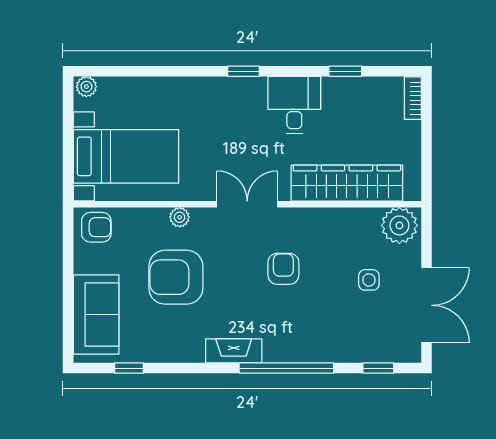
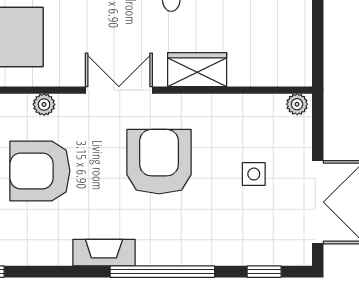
wardrobe: (347, 183) -> (197, 70), width x0.48, depth x0.85
plant: (399, 225) -> (297, 104), width x0.53, depth x0.53
armchair: (283, 269) -> (159, 162), width x1.88, depth x1.88

